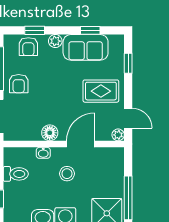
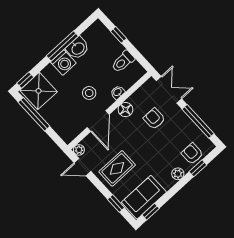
window: (90, 30) -> (151, 212), moved
sofa: (86, 47) -> (144, 197), moved
armchair: (19, 84) -> (154, 119), moved

